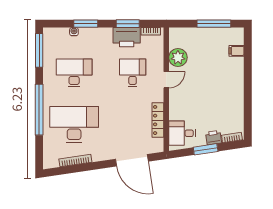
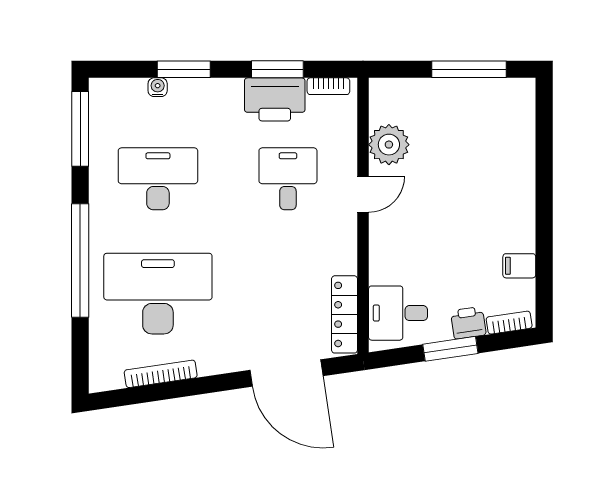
filing cabinet: (237, 51) -> (519, 266), moved
locker: (158, 120) -> (345, 314), moved

